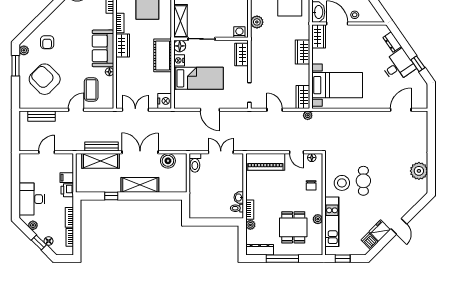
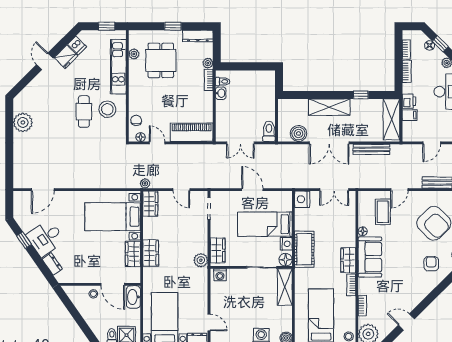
plant: (257, 22) -> (201, 260), moved
wardrobe: (319, 36) -> (133, 254), moved
shelving: (101, 161) -> (392, 119), moved, turned 90
chair: (311, 185) -> (136, 120), moved
plant: (318, 219) -> (134, 54), moved
window: (282, 259) -> (173, 26), width x0.46

